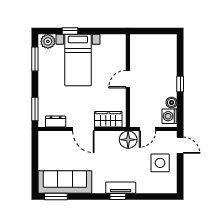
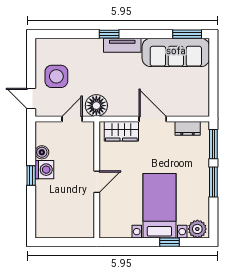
window: (35, 59) -> (213, 182), moved
washing machine: (170, 116) -> (44, 170), moved
tv unit: (121, 188) -> (122, 45), moved

